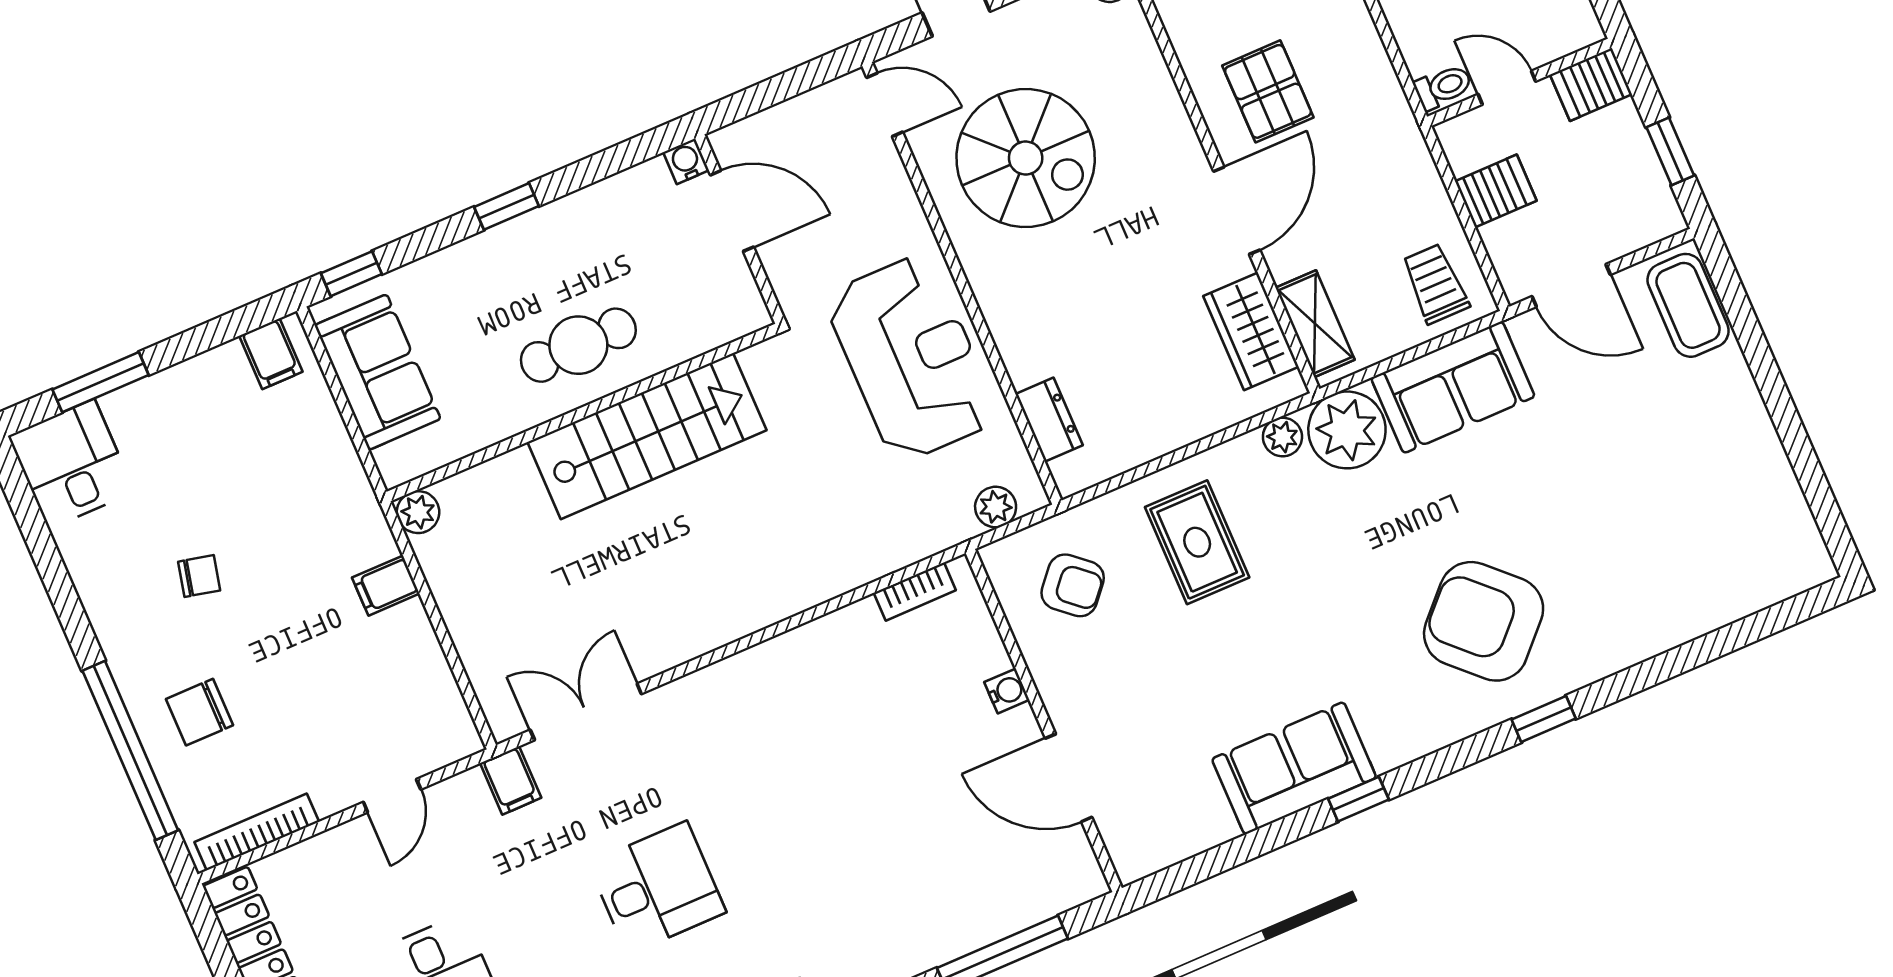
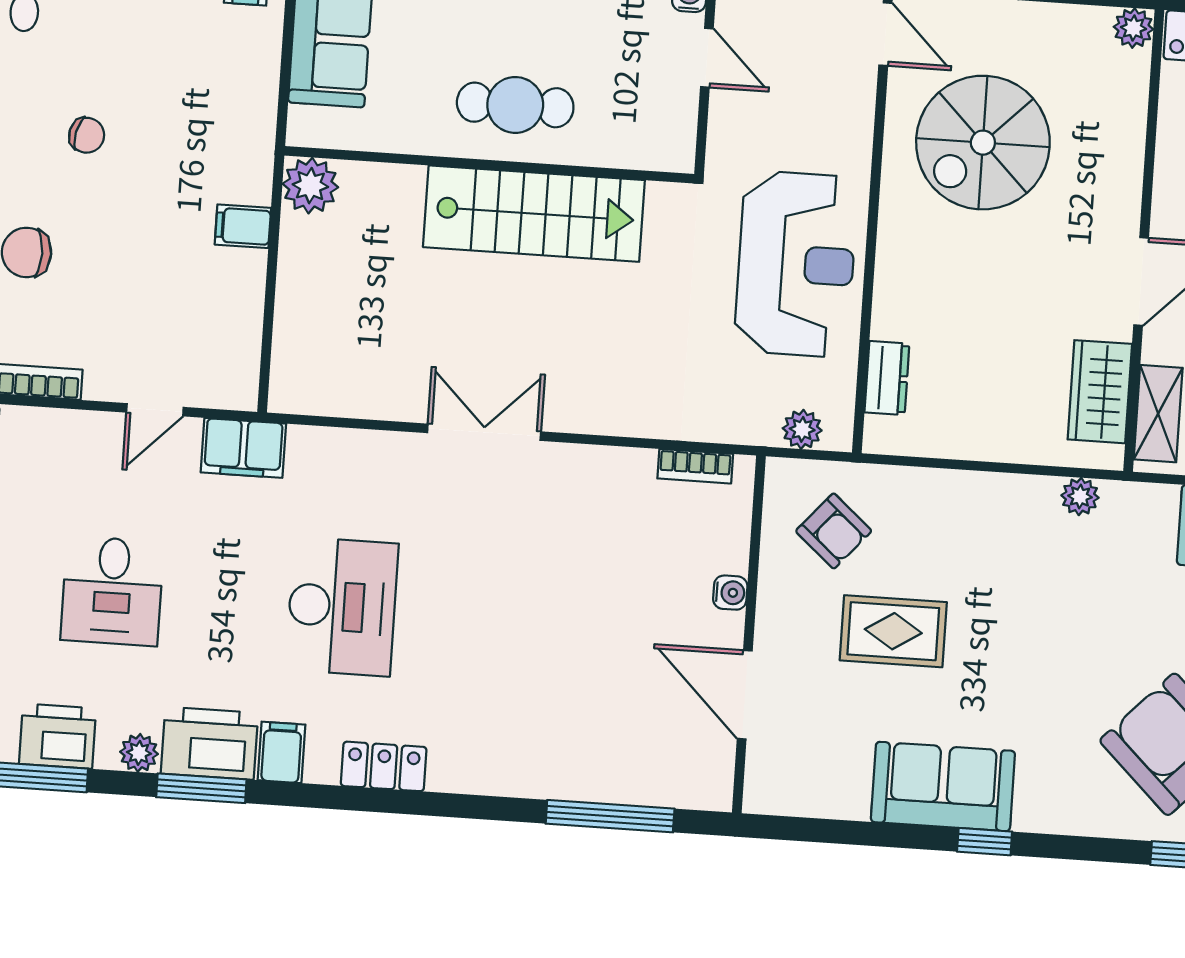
spiral stairs: (1026, 158) -> (983, 143), turned 90
door: (732, 211) -> (707, 58), width x0.73
plant: (1347, 430) -> (1139, 519), removed
plant: (418, 512) -> (310, 186), width x1.38, depth x1.38
rug: (1197, 542) -> (893, 631), moved, turned 90
double door: (586, 712) -> (484, 432), moved
filing cabinet: (511, 781) -> (243, 448), width x2.00
desk: (657, 888) -> (342, 607), width x1.37

